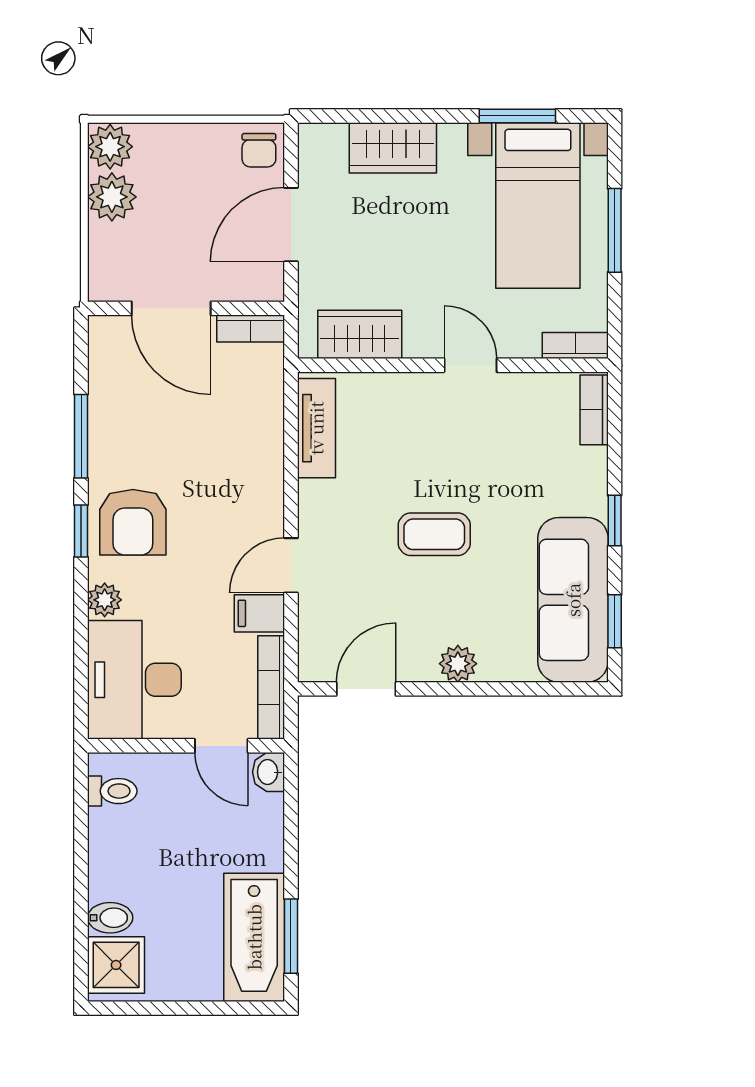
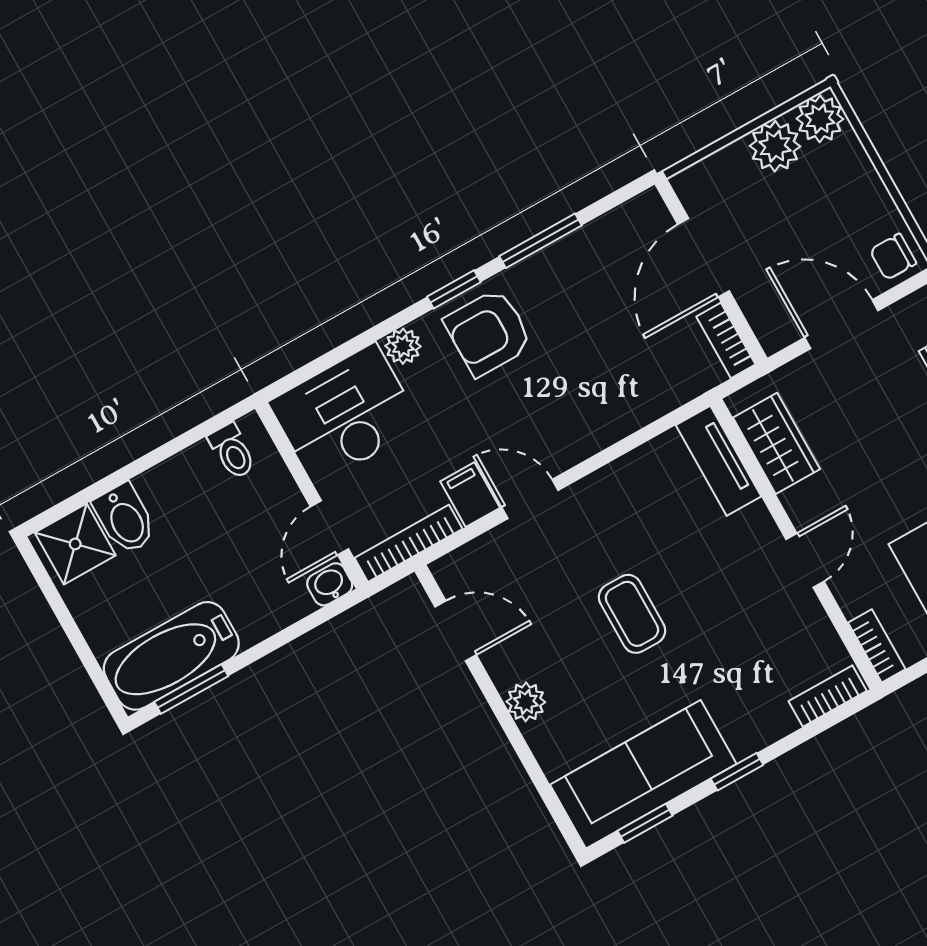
tv unit: (316, 428) -> (718, 461), moved, turned 90
bidet: (110, 918) -> (125, 519), width x1.38, depth x1.36

